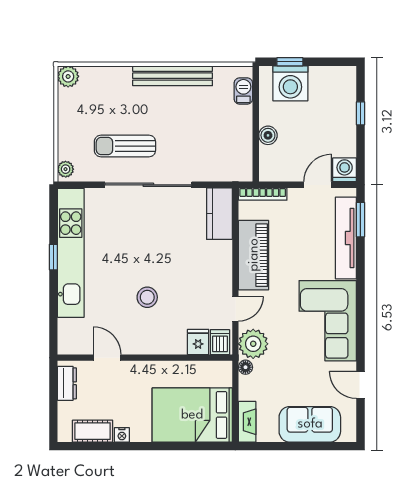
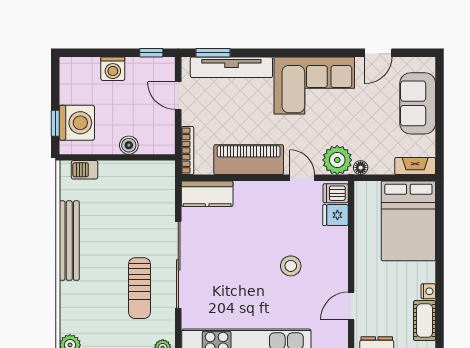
window: (360, 113) -> (151, 53), moved
washing machine: (345, 170) -> (113, 69), moved, turned -90

